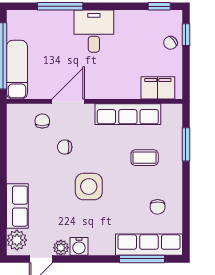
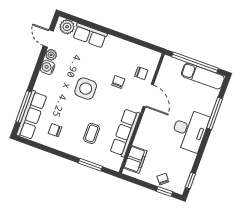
desk: (94, 31) -> (190, 130), width x1.37
exam couch: (17, 70) -> (203, 76), moved

